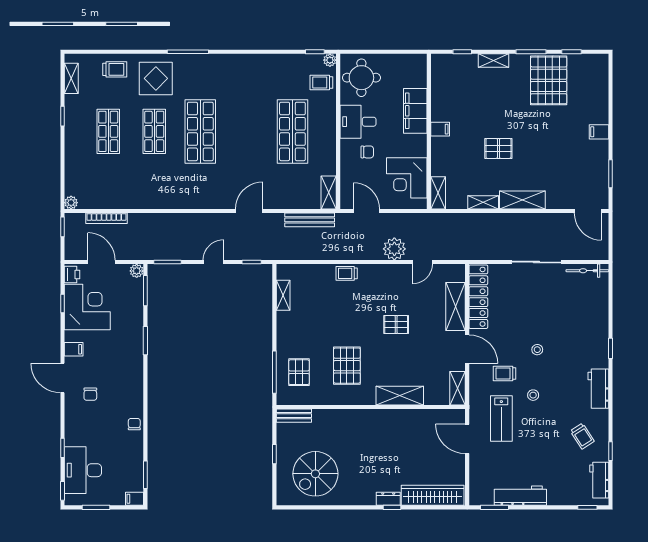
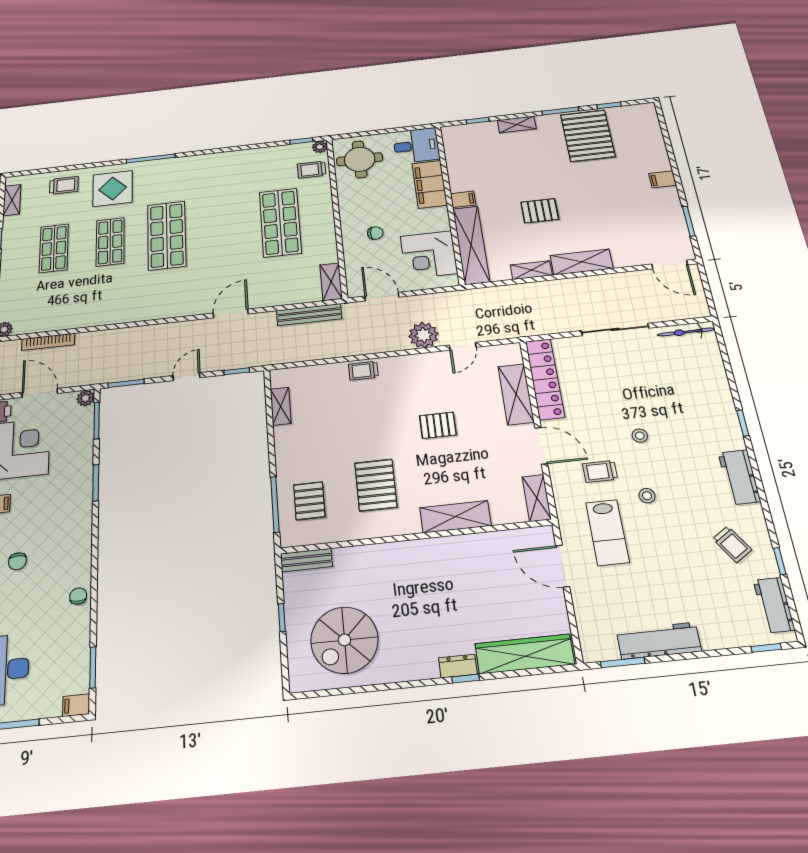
desk: (358, 122) -> (416, 146), moved, turned 180
shelving: (438, 193) -> (471, 245), width x2.20, depth x1.33

